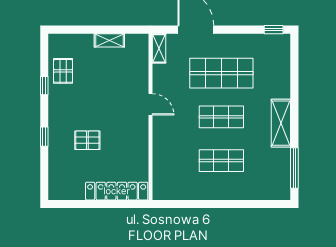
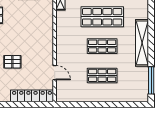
door: (150, 104) -> (55, 73), moved
shelving: (281, 123) -> (142, 43), width x1.47

